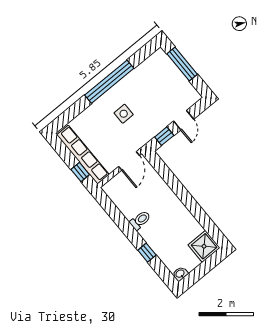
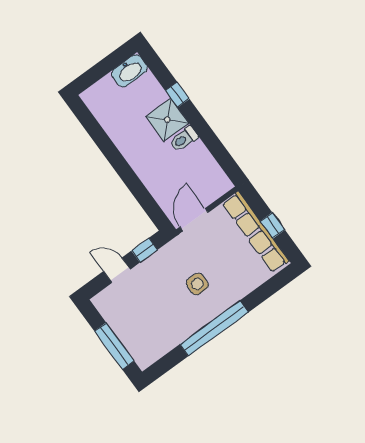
door: (184, 120) -> (117, 270), hinge flipped
window: (80, 172) -> (273, 225), moved
shower: (204, 246) -> (167, 120), moved
washbasin: (180, 274) -> (129, 71), width x1.91, depth x1.45

